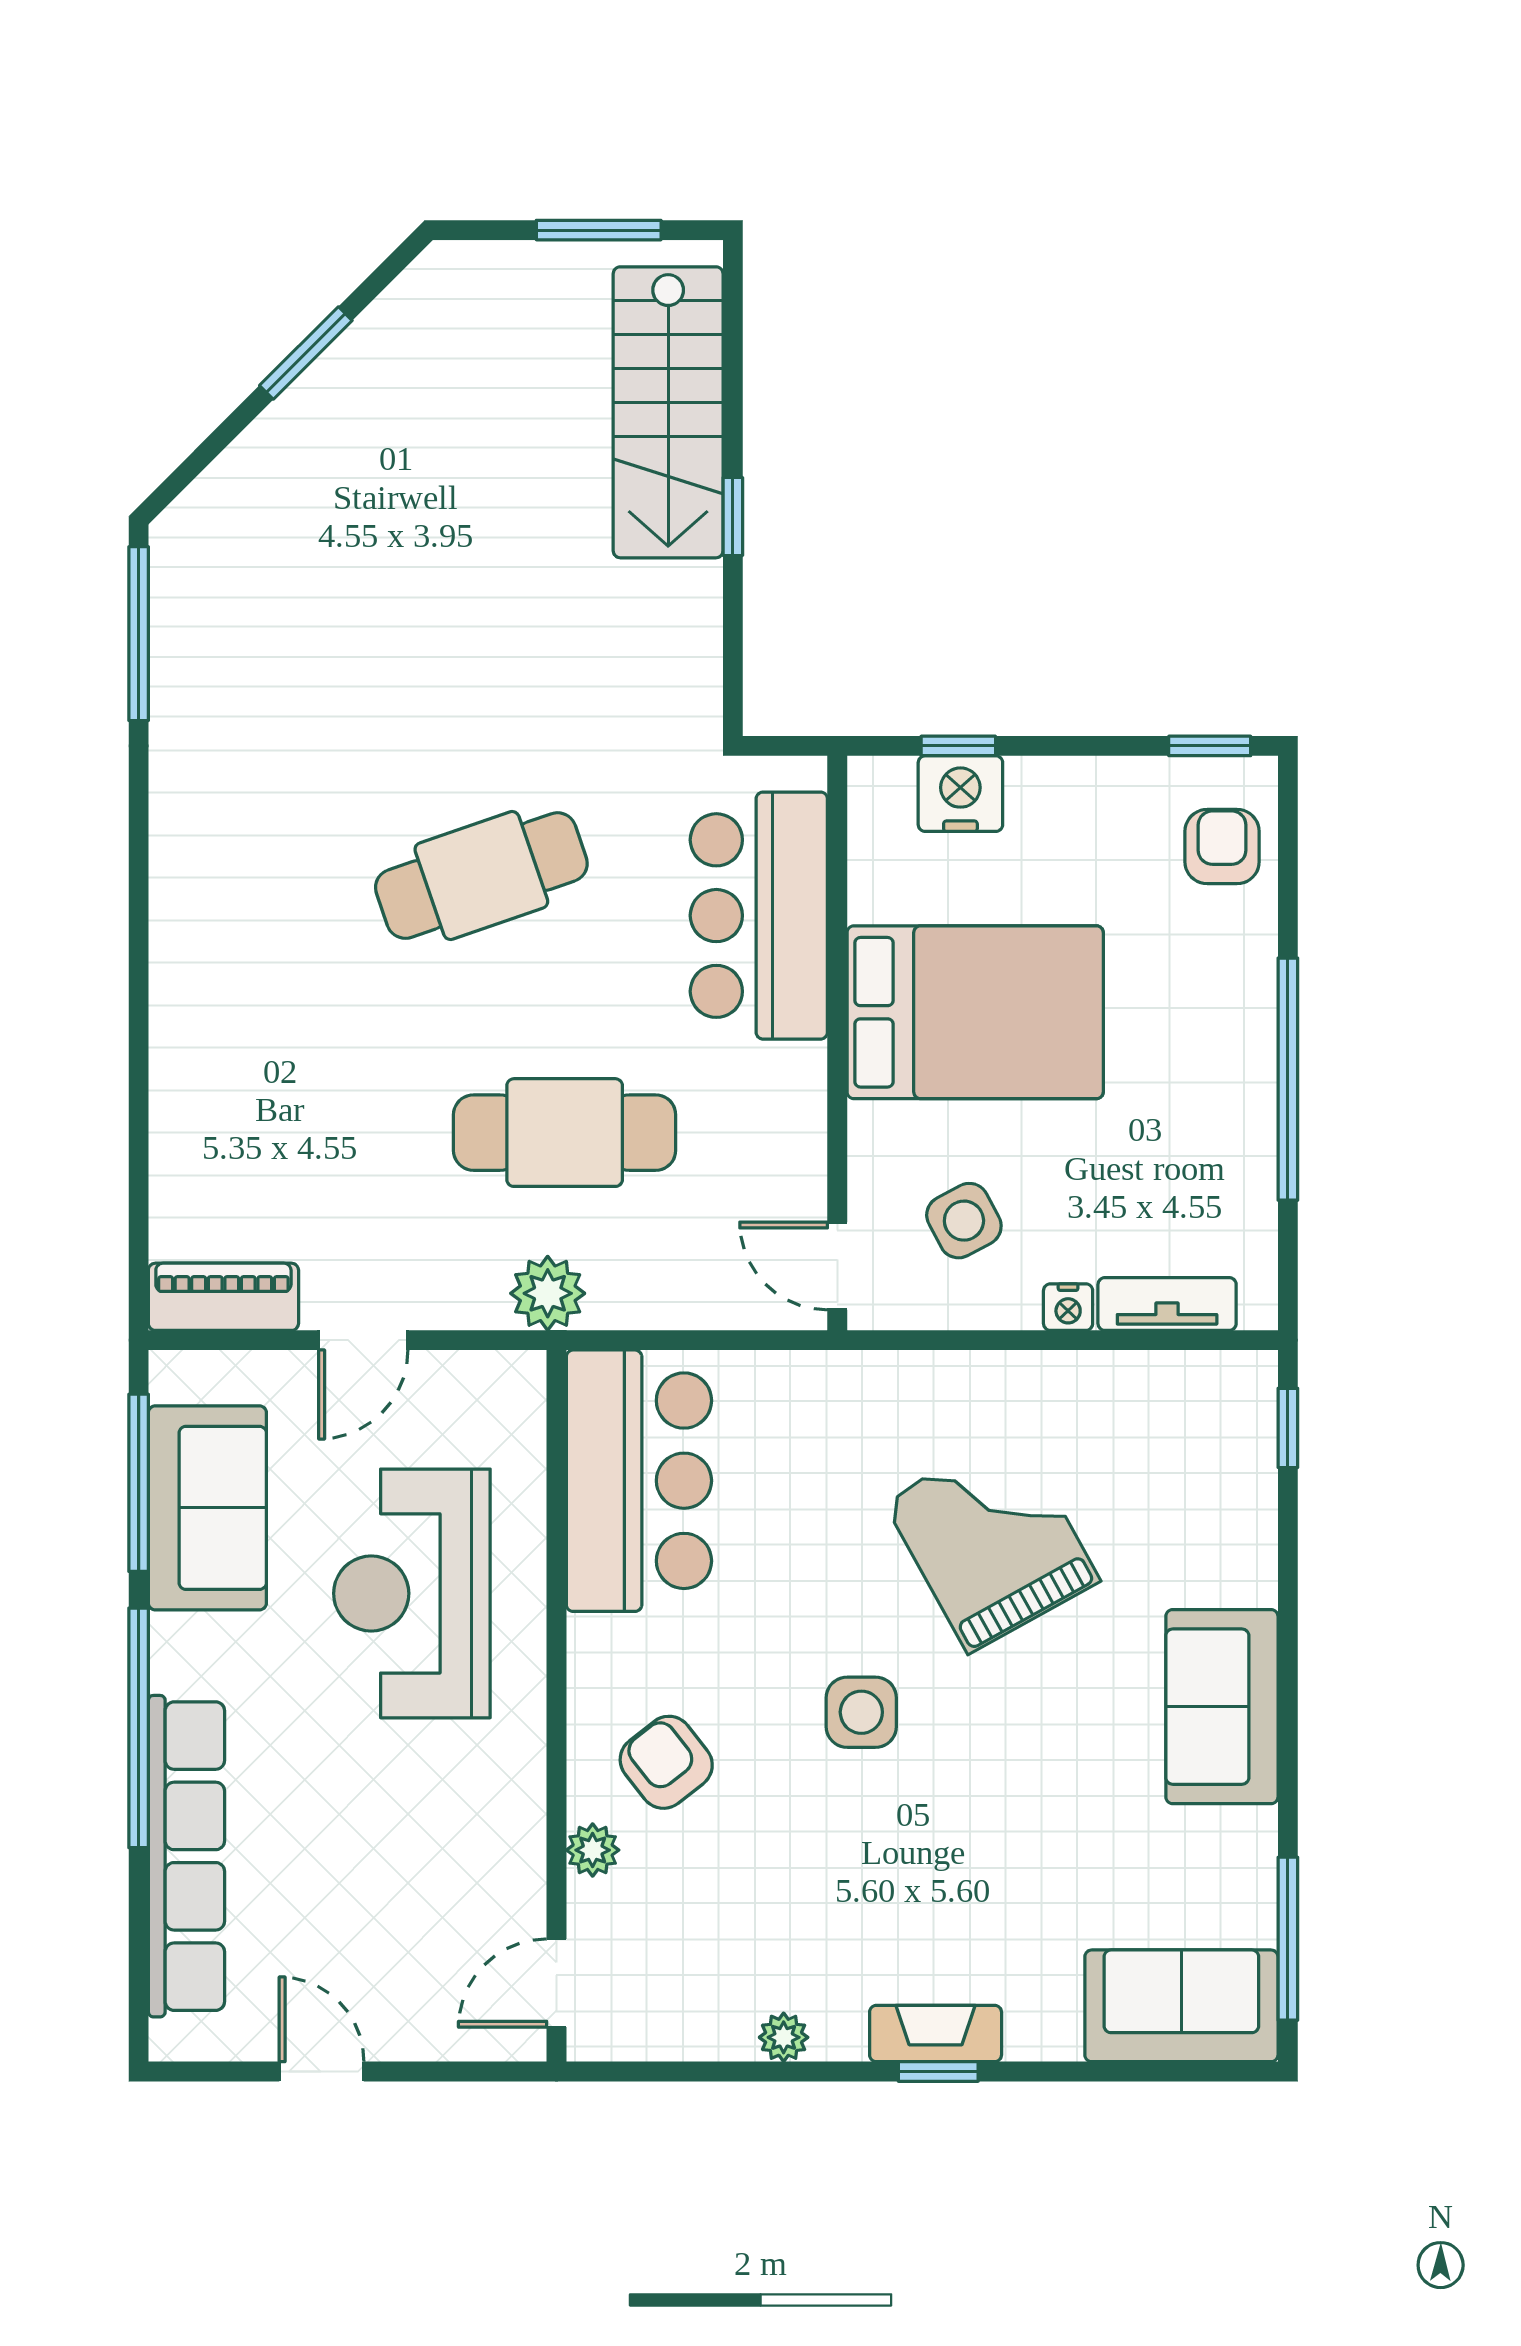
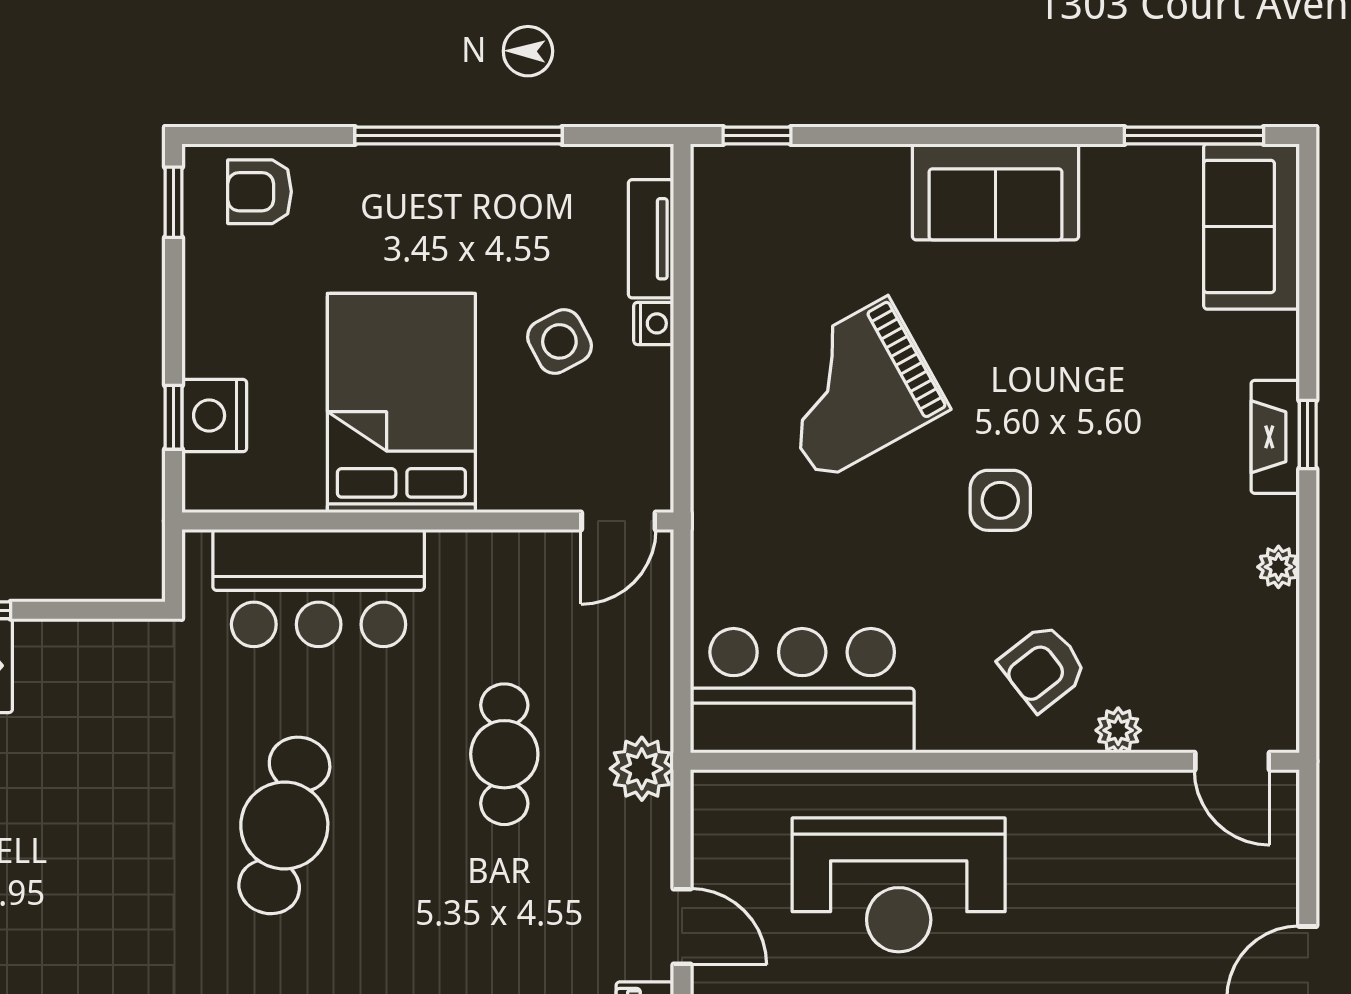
cafe table: (481, 876) -> (284, 825), turned 33
cafe table: (565, 1133) -> (504, 754), width x0.73, depth x0.74
side table: (964, 1221) -> (559, 341), moved

